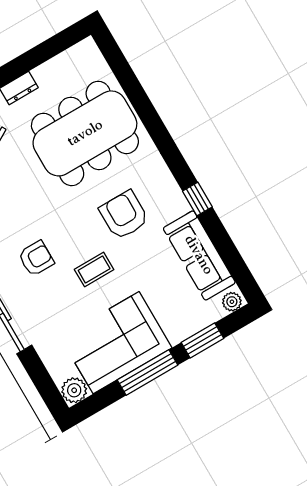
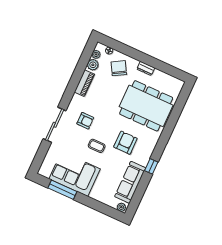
window: (202, 340) -> (99, 206), removed
window: (147, 373) -> (62, 190), moved
plant: (74, 390) -> (45, 171), removed

